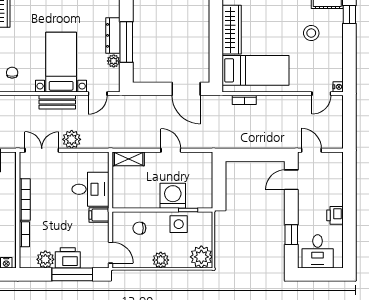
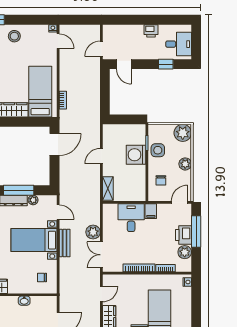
stool: (311, 33) -> (14, 36), moved

